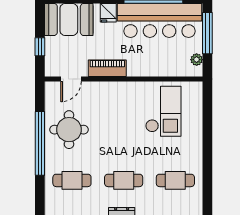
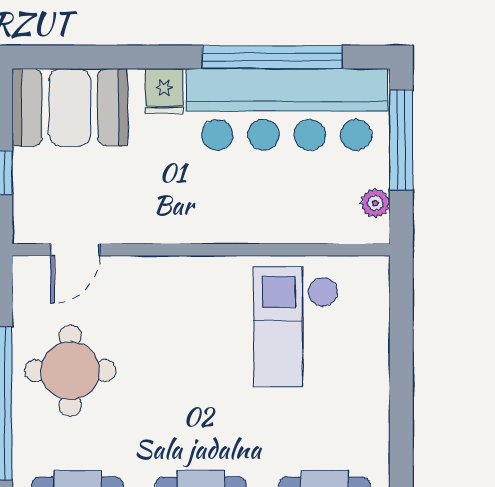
piano: (107, 68) -> (162, 224), removed
checkout: (163, 111) -> (296, 327), turned 180

